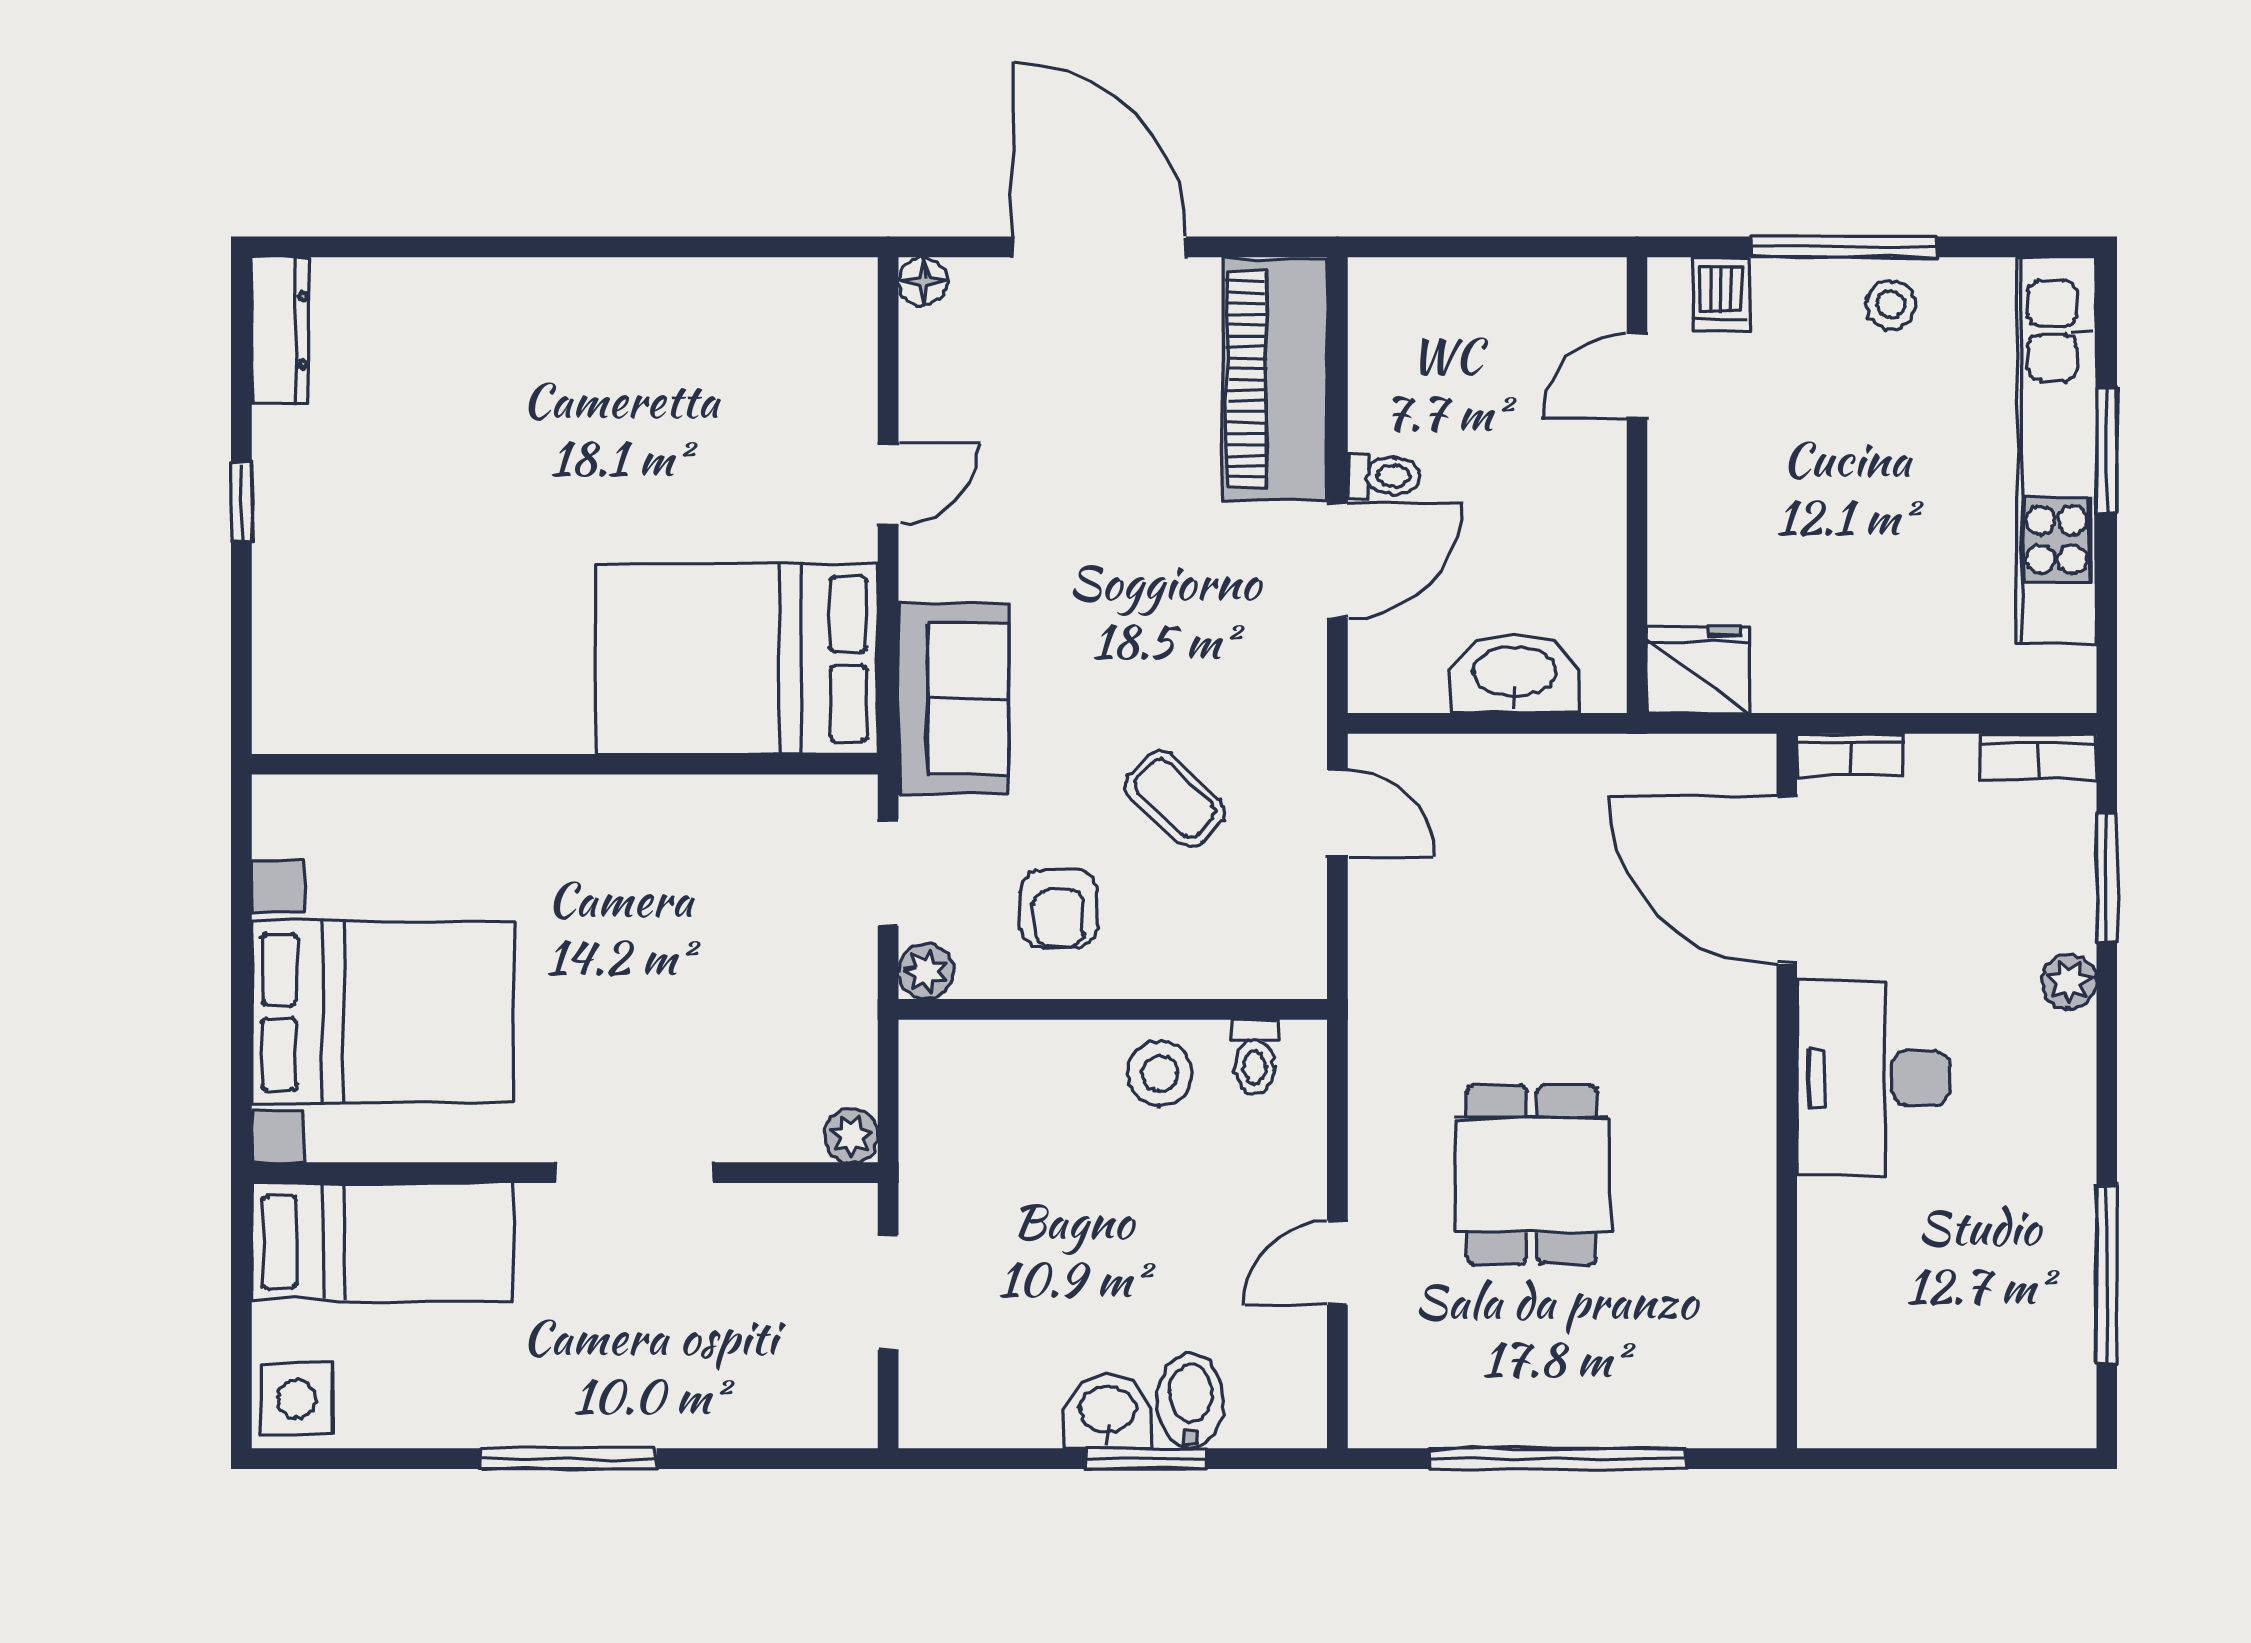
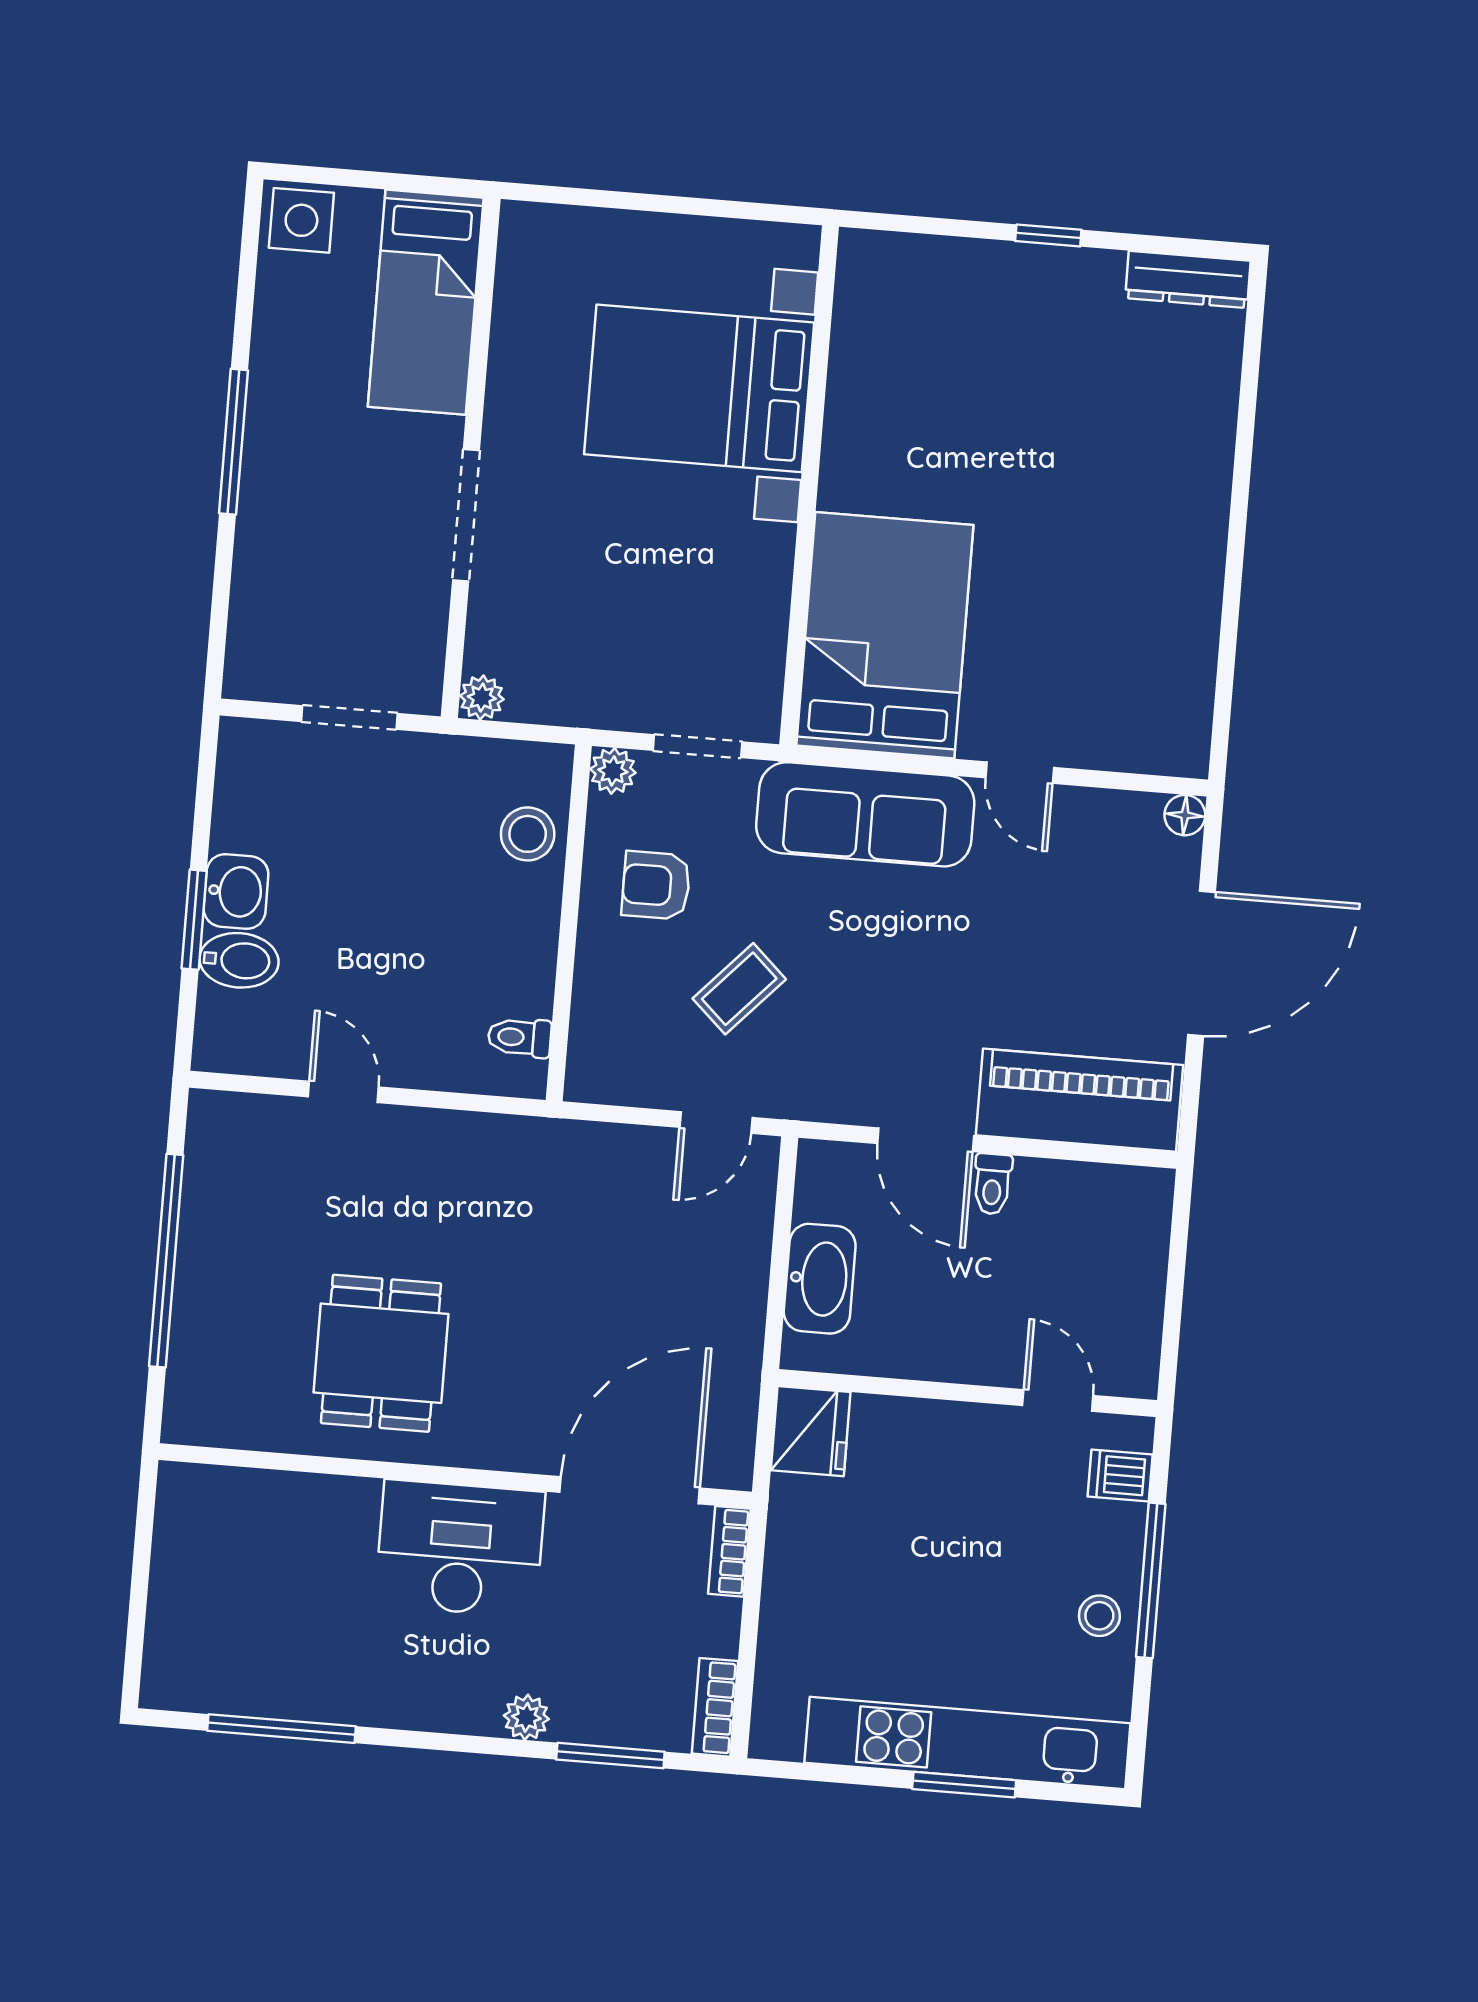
sofa: (953, 699) -> (865, 814), width x1.36
bed with nightstands: (383, 1012) -> (699, 388), moved, turned 90
stool: (1160, 1074) -> (528, 834), moved
dining table: (1532, 1175) -> (381, 1353), moved, turned 90

